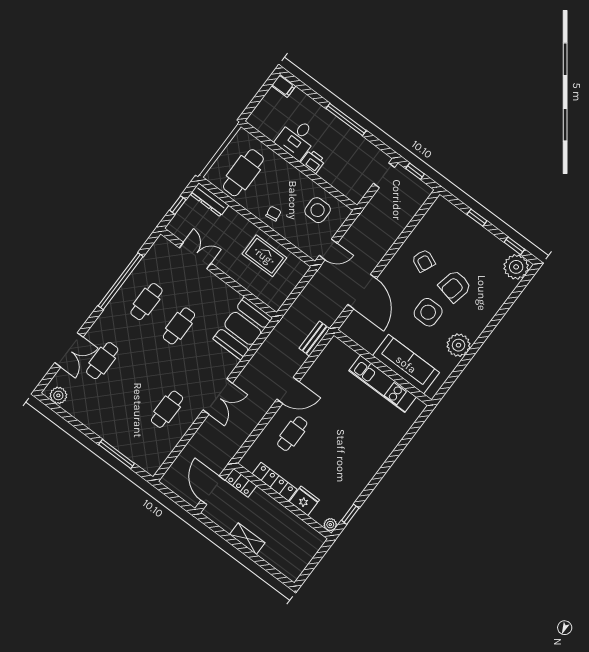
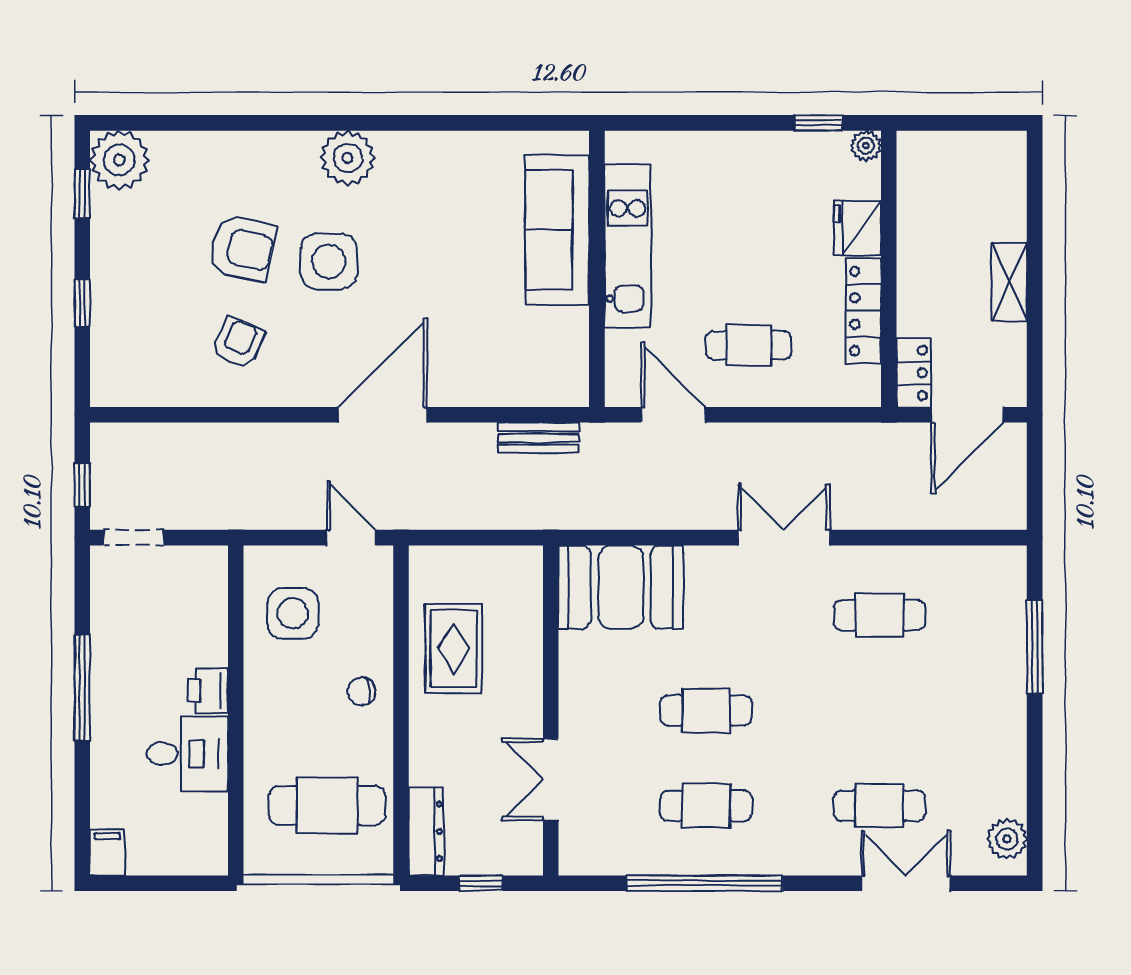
sofa: (406, 364) -> (557, 230), moved
wall: (383, 368) -> (597, 269), moved
kitchen unit: (383, 384) -> (628, 246), moved

